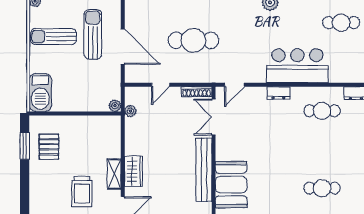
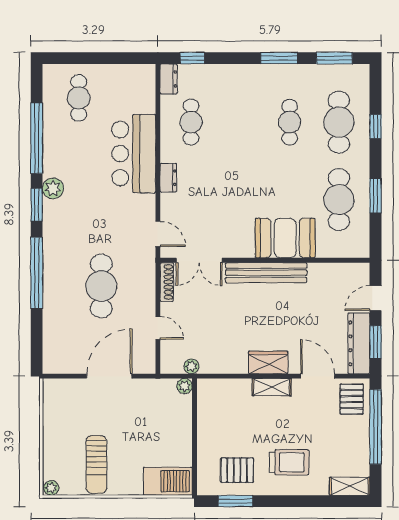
sun lounger: (93, 34) -> (94, 414), removed
trolley: (82, 191) -> (289, 462), moved

